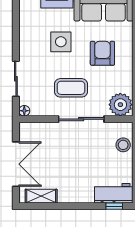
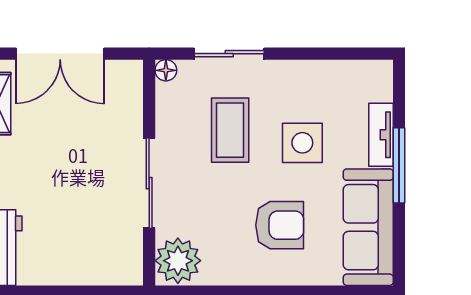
coffee table: (71, 88) -> (230, 130), moved
stool: (123, 145) -> (98, 266), removed

